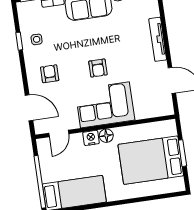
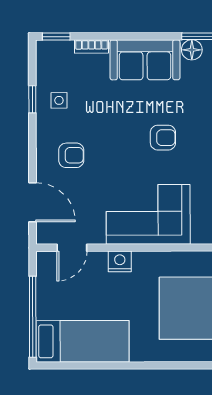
armchair: (98, 68) -> (163, 138), moved, turned -90
armchair: (50, 74) -> (71, 155), turned 90
floor lamp: (106, 136) -> (143, 261), removed

